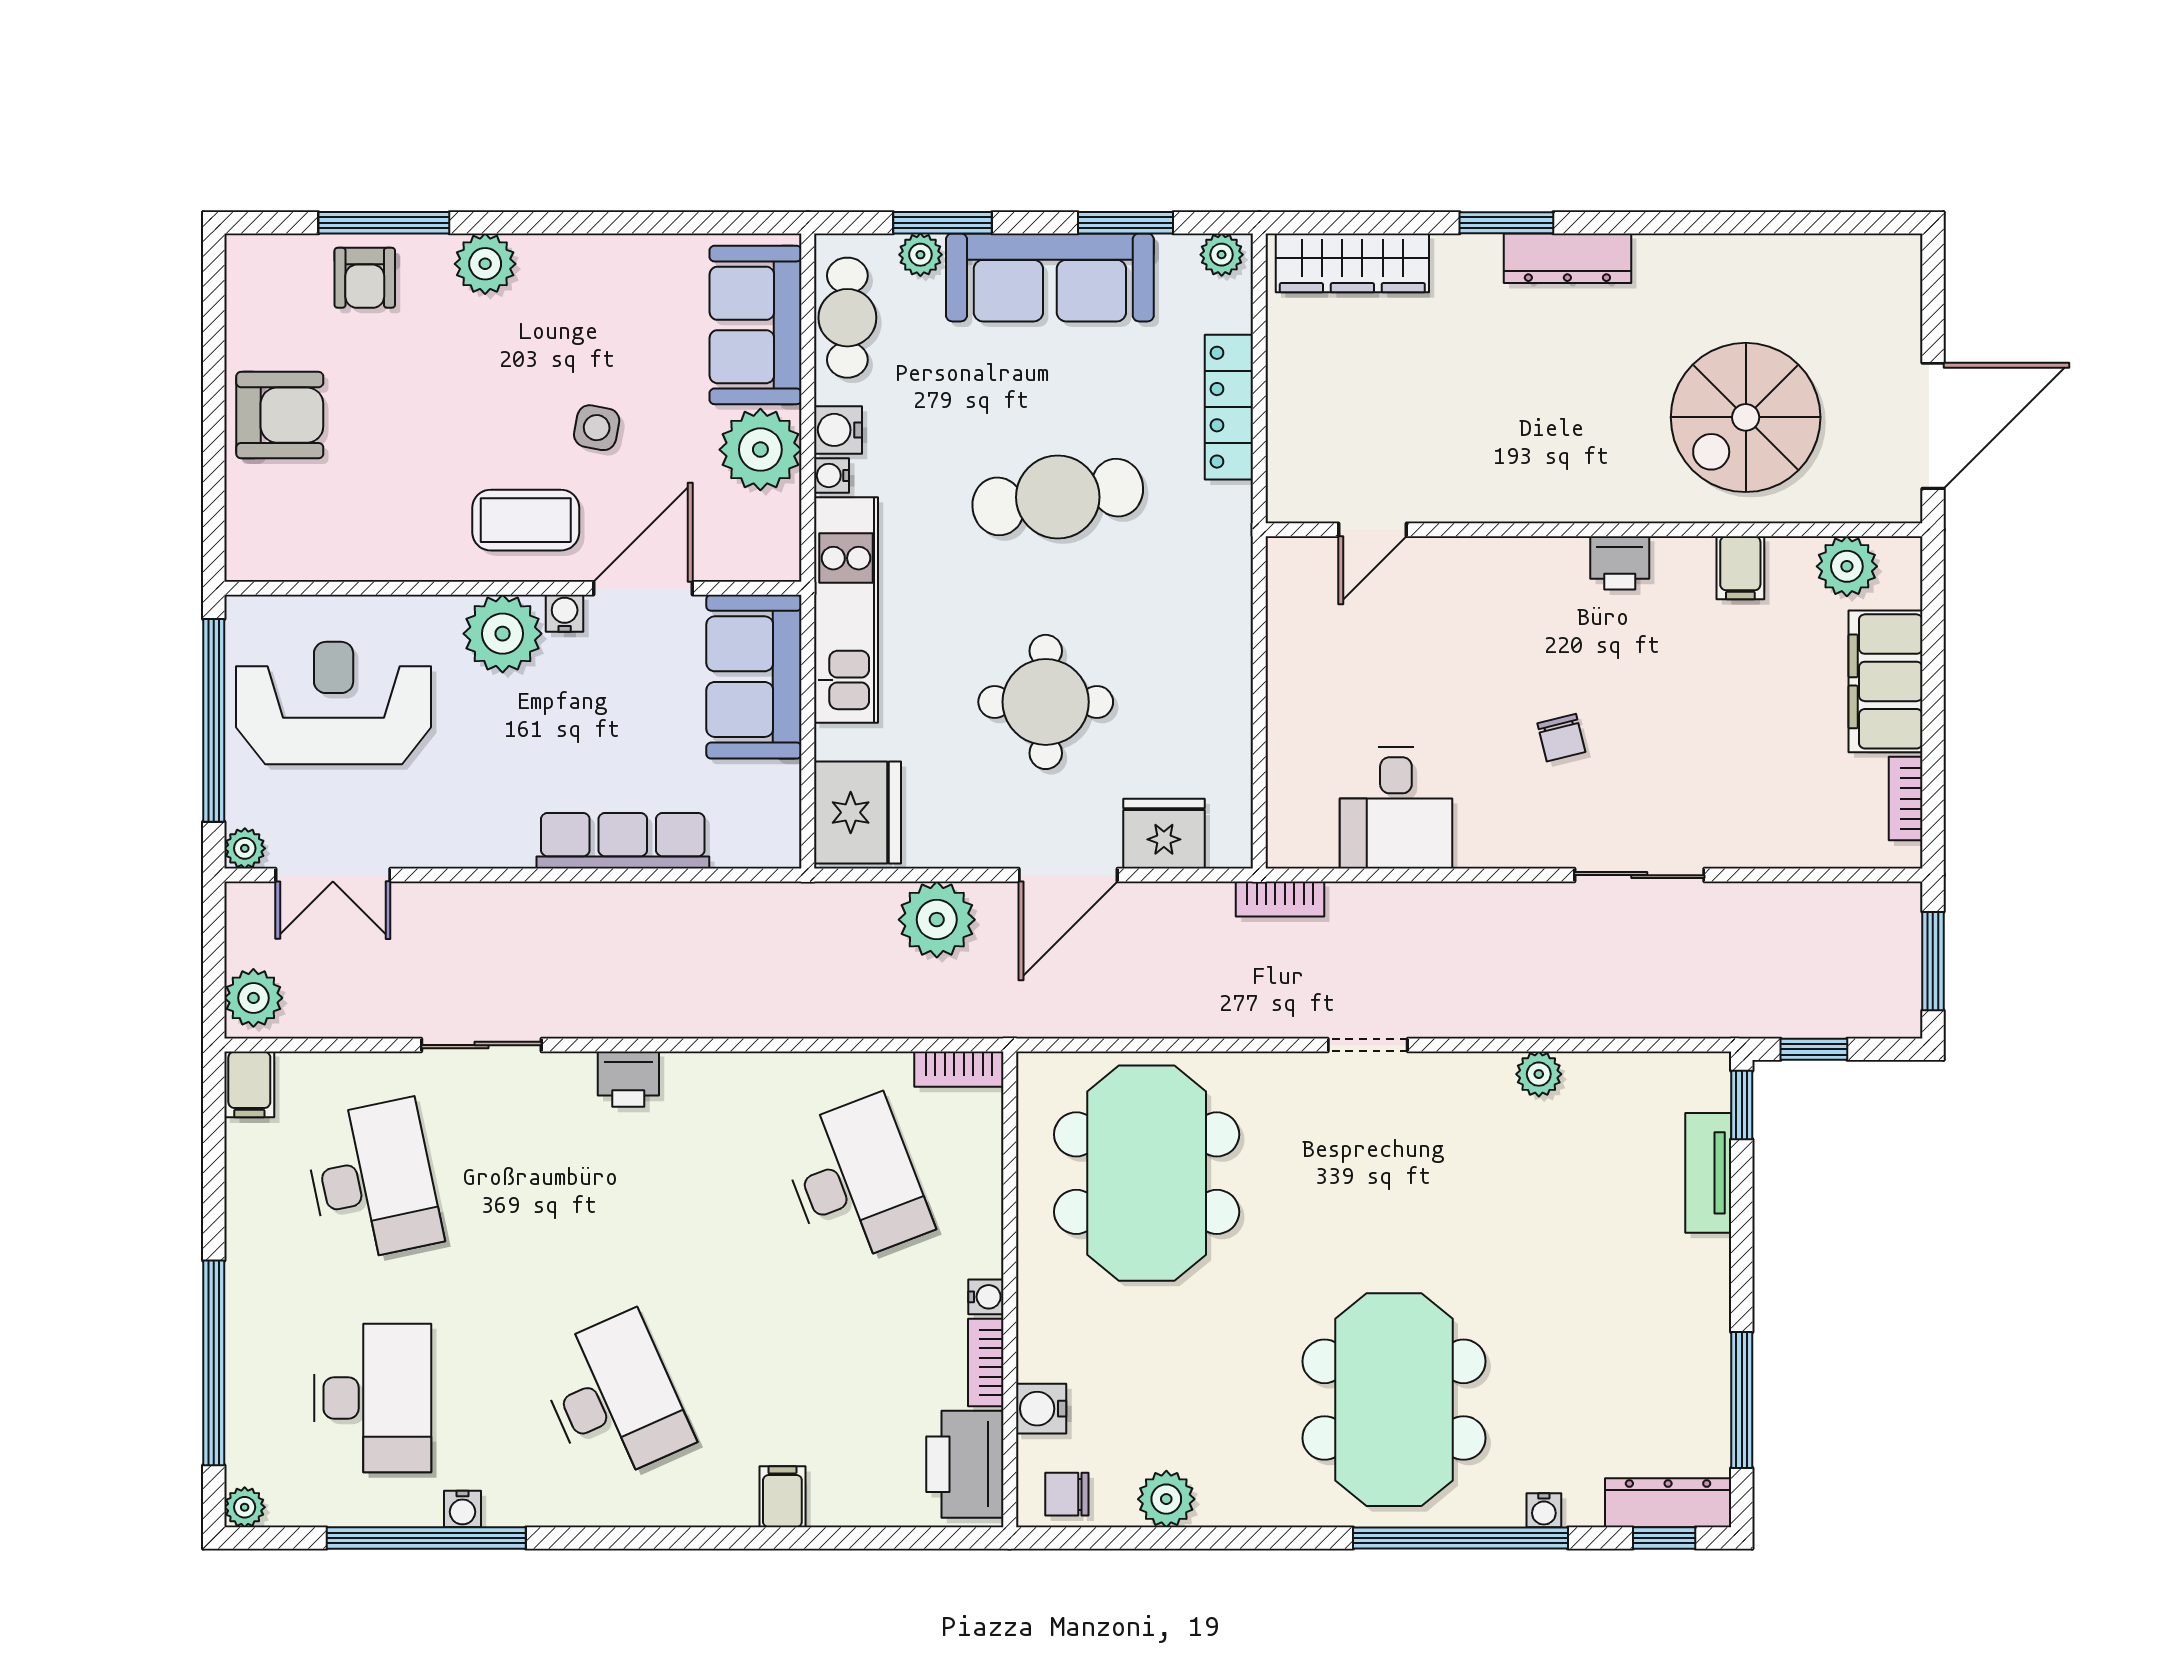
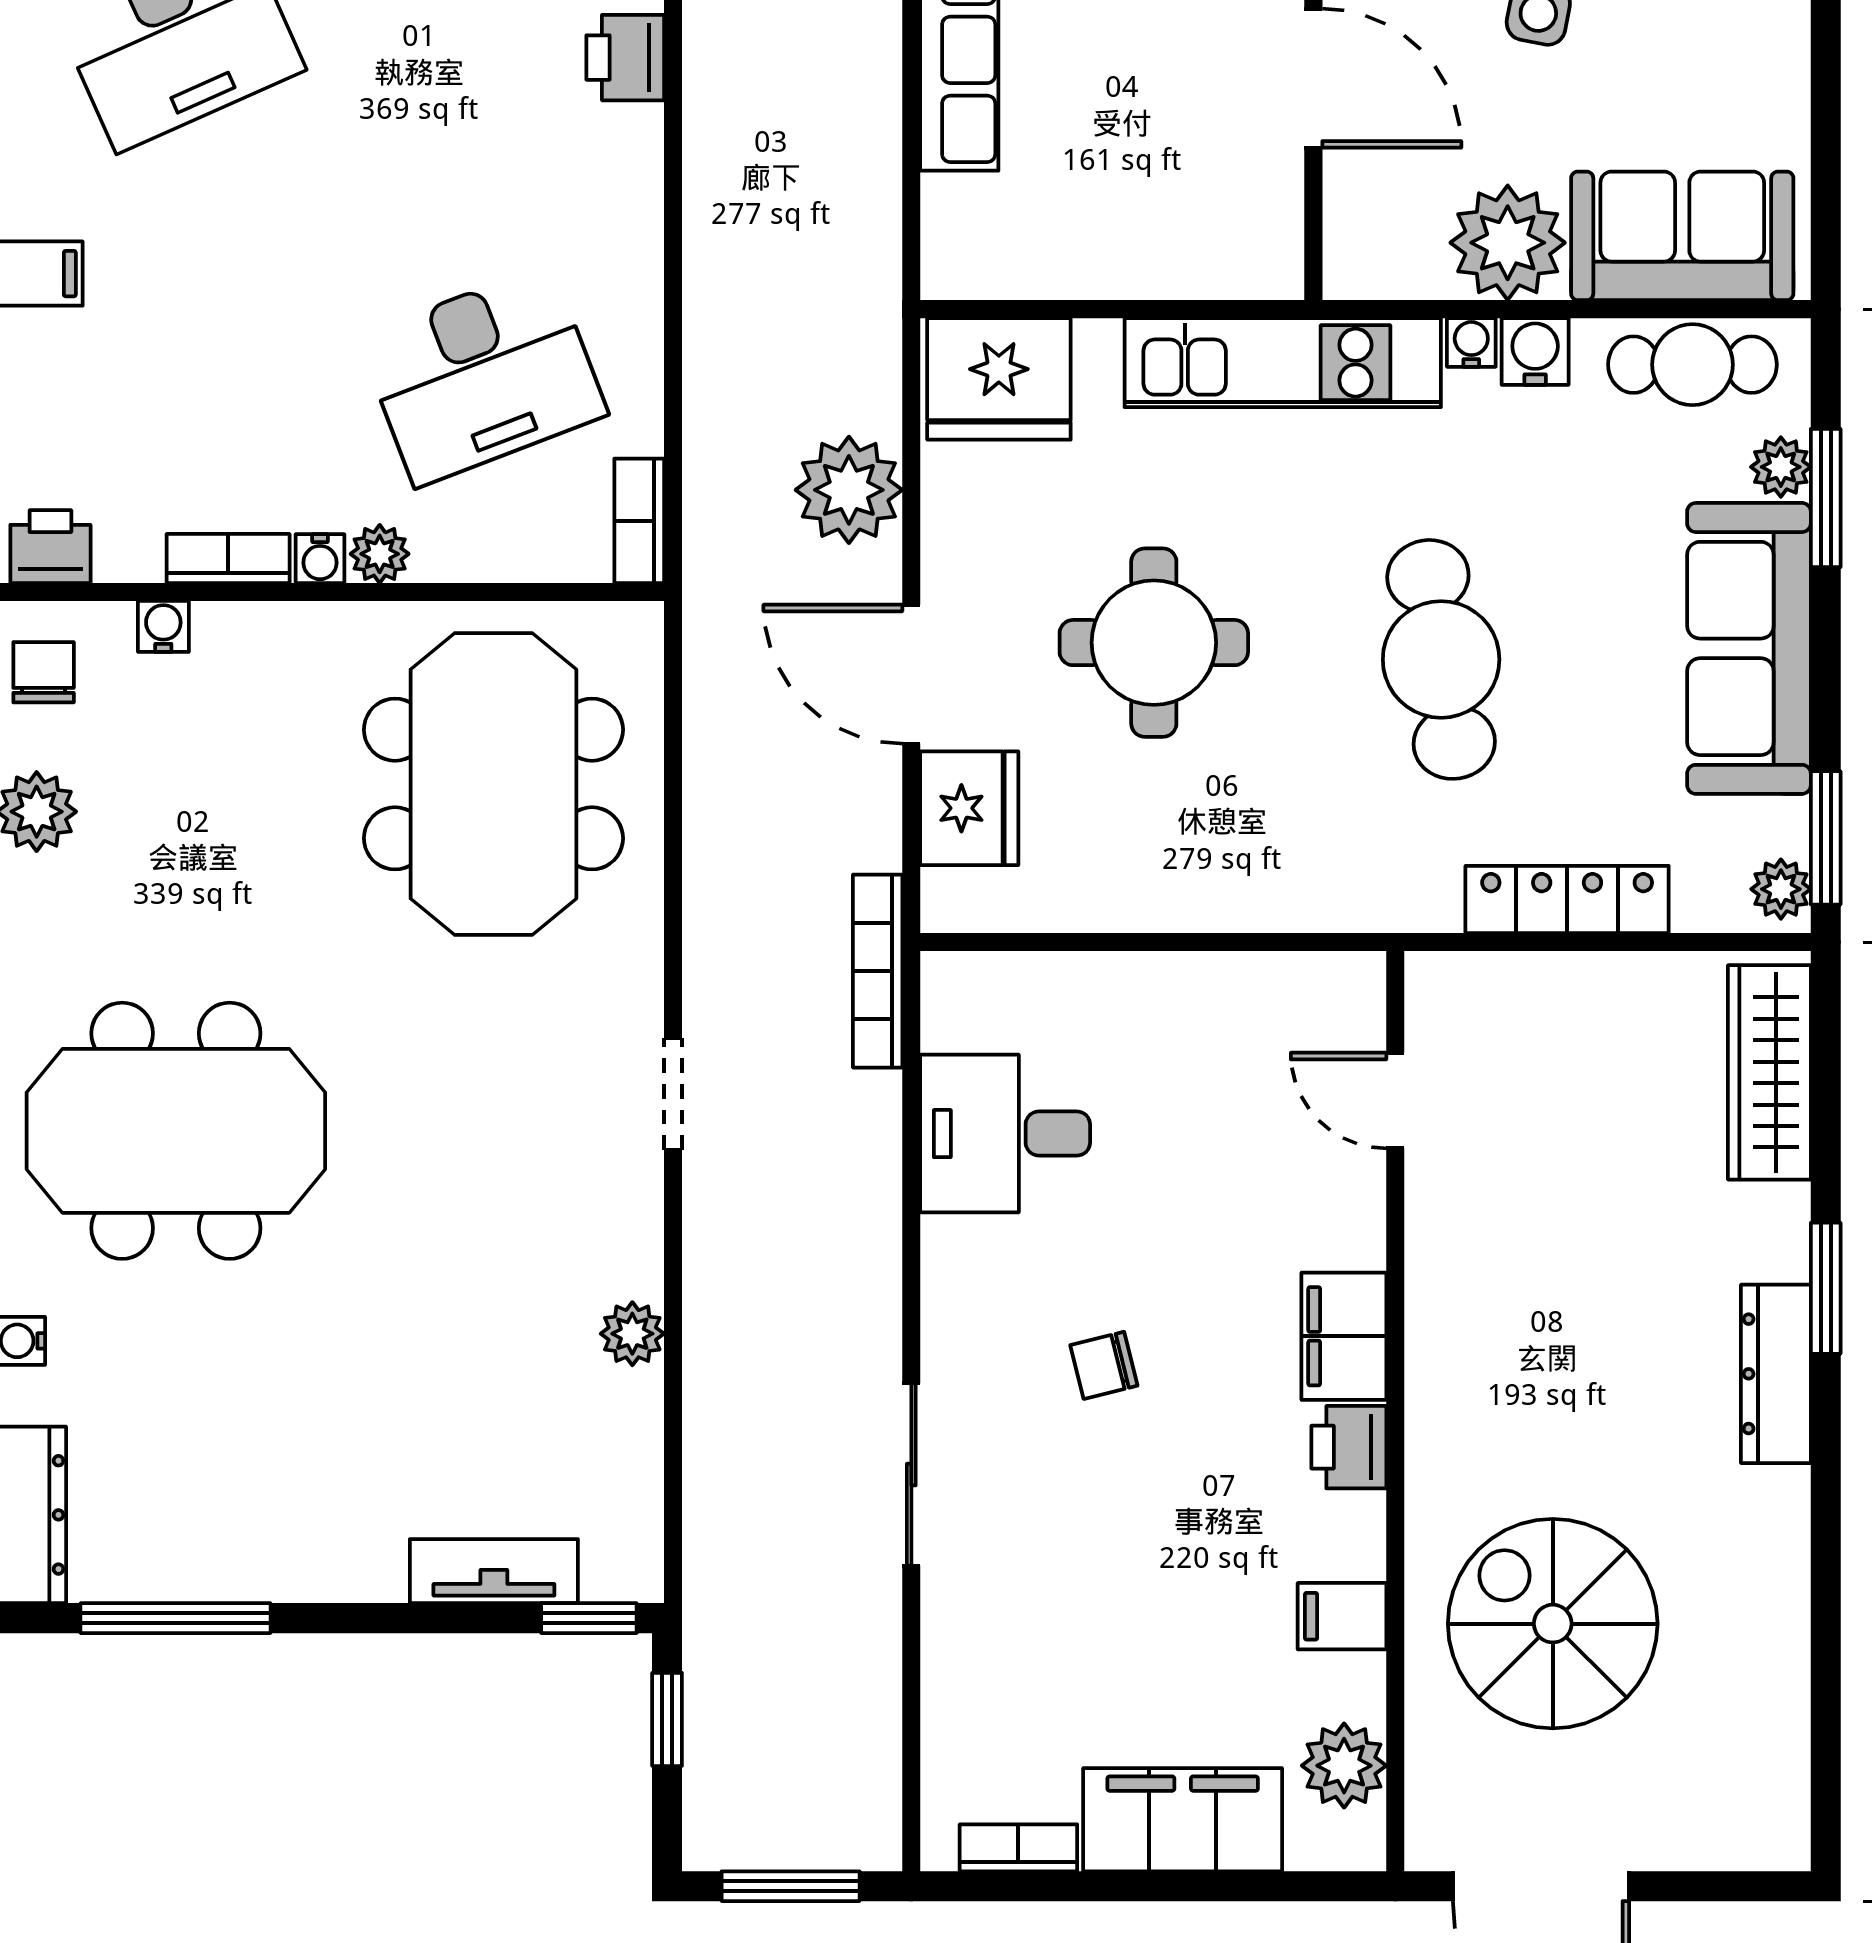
window: (1125, 223) -> (1826, 838), moved
filing cabinet: (1541, 566) -> (1344, 1336), added
sofa: (754, 677) -> (1189, 234), removed
bookcase: (1280, 899) -> (878, 971), width x1.56
meeting table: (1147, 1173) -> (493, 784), turned 90
plant: (982, 1254) -> (380, 554), added
water cooler: (1041, 1409) -> (163, 626), width x0.72, depth x0.72
printer: (965, 1464) -> (50, 547), width x0.53, depth x0.68

